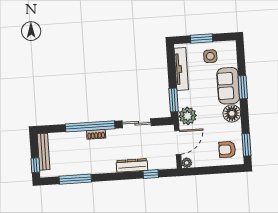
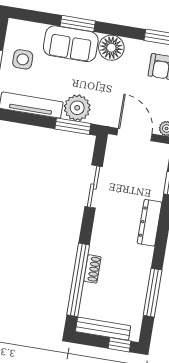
plant: (188, 116) -> (77, 108), moved
window: (90, 126) -> (78, 280), moved
shoe rack: (96, 134) -> (92, 269), moved
dresser: (132, 165) -> (150, 223), moved

